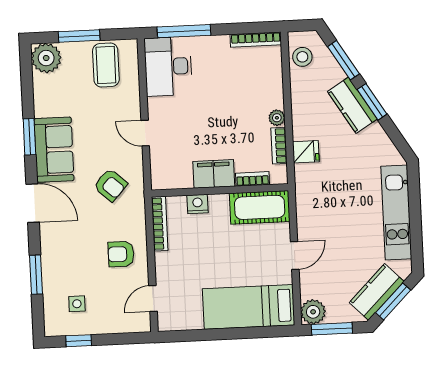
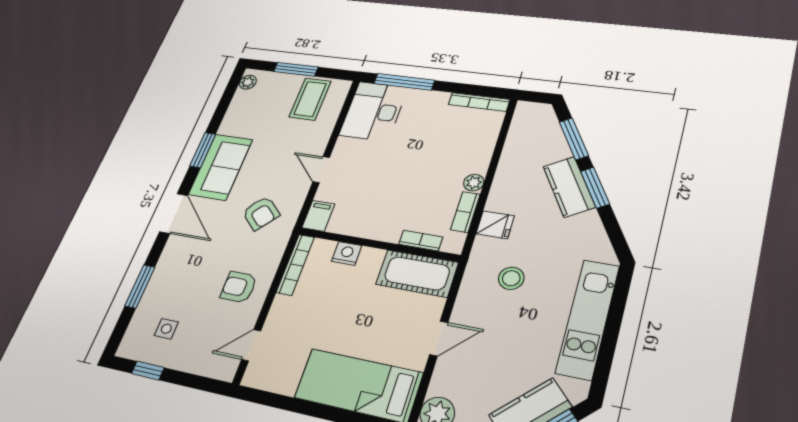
stool: (302, 57) -> (511, 278), moved
plant: (46, 58) -> (248, 82), width x0.53, depth x0.53
filing cabinet: (214, 174) -> (318, 216), moved, width x0.50

